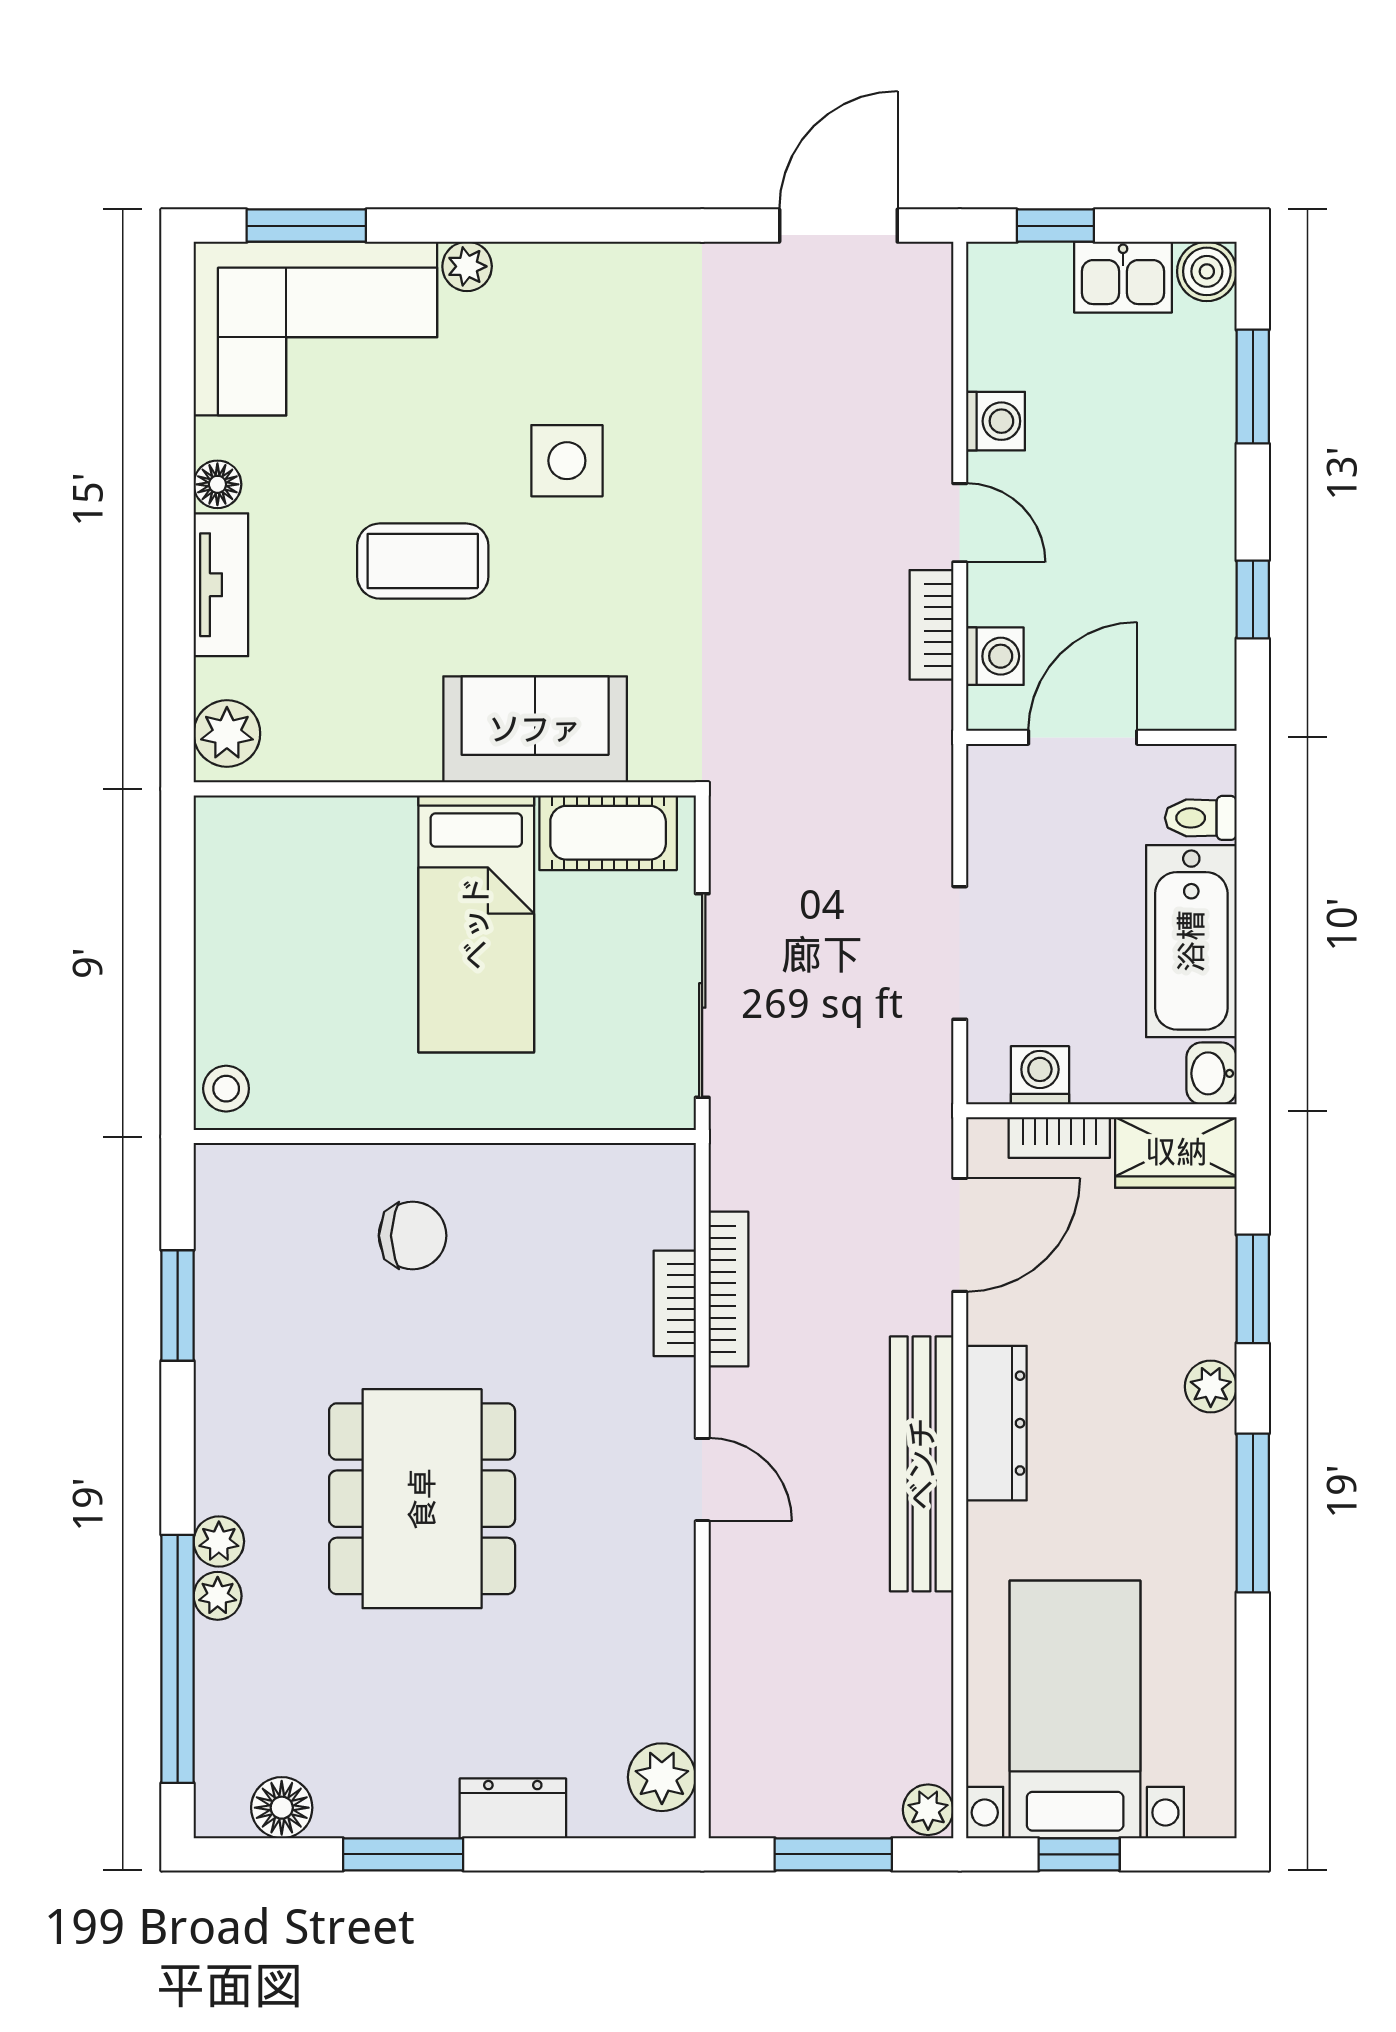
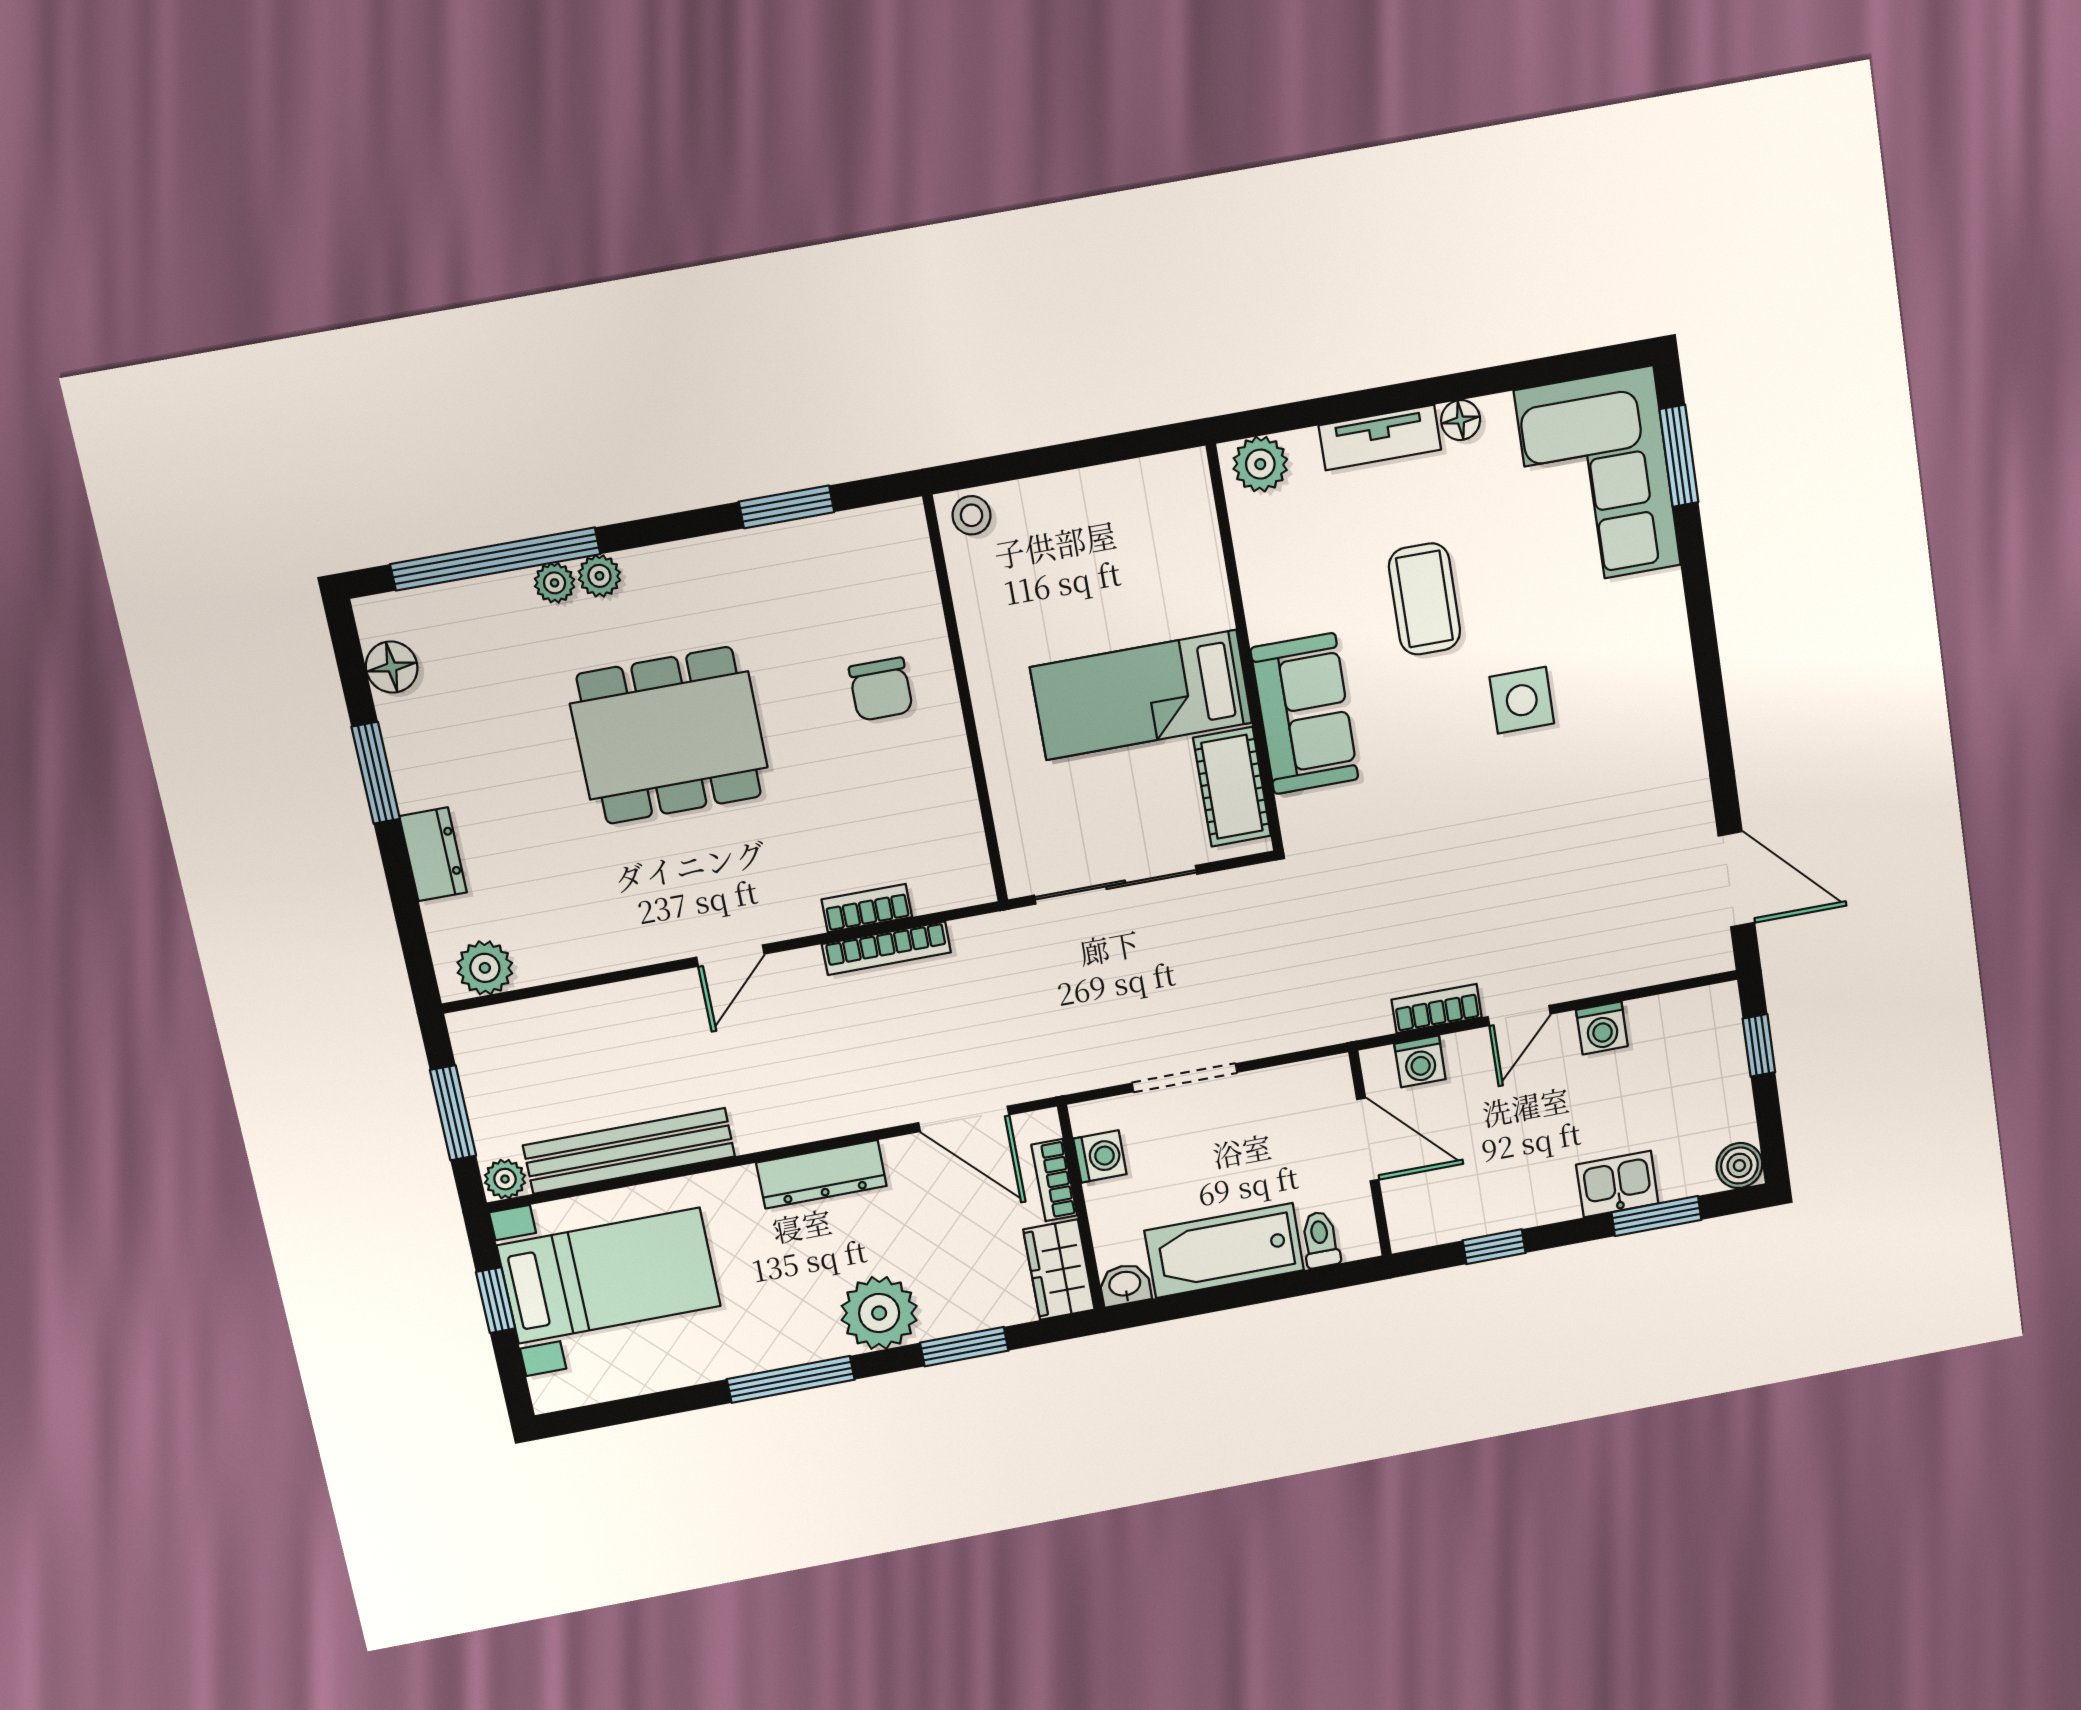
plant: (467, 266) -> (1664, 592), removed
kitchen sink: (1123, 277) -> (1617, 1184), moved, turned 90
plant: (1211, 1387) -> (879, 1313), width x1.88, depth x1.88
bench: (922, 1464) -> (629, 1151), moved

